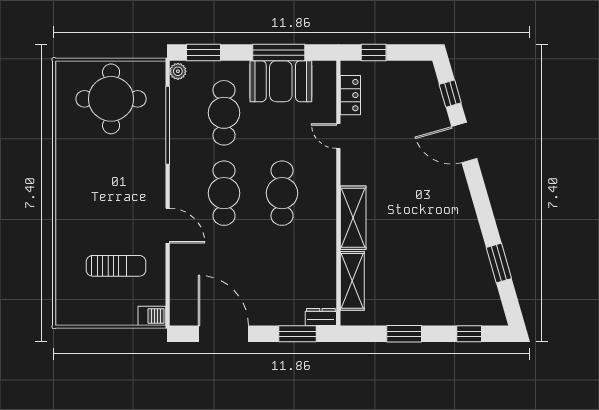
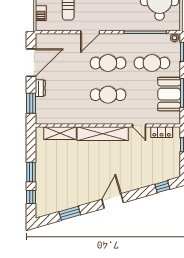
door: (338, 136) -> (139, 126), swing flipped
door: (464, 142) -> (113, 201), moved
shelving: (353, 218) -> (103, 134), width x1.47
barbecue: (152, 316) -> (41, 13), moved
dresser: (321, 317) -> (40, 88), moved
window: (404, 334) -> (31, 172), moved

